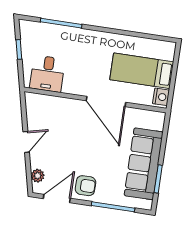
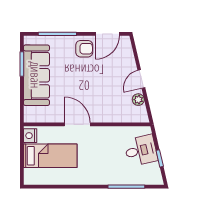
desk: (47, 74) -> (141, 150), moved, turned 77
door: (106, 102) -> (77, 124), width x0.73
plant: (38, 176) -> (138, 100), moved
armchair: (85, 186) -> (84, 49), turned 180

